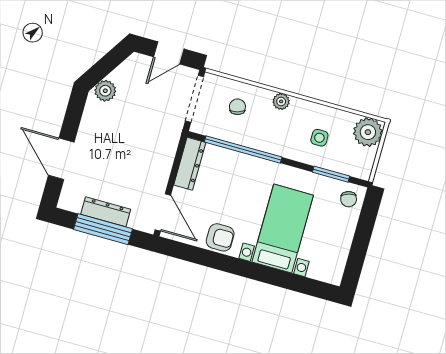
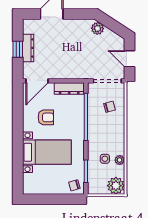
plant: (281, 101) -> (120, 160), moved
window: (103, 229) -> (18, 49), width x0.46
armchair: (220, 237) -> (46, 117), moved, turned -90

